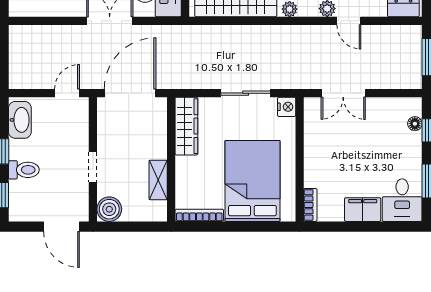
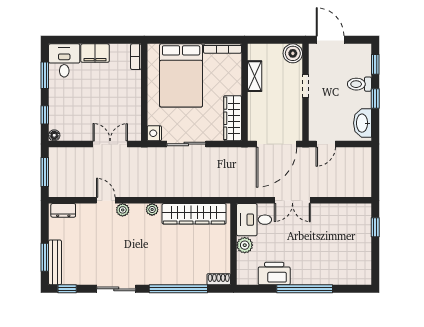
floor lamp: (415, 124) -> (54, 135), moved

